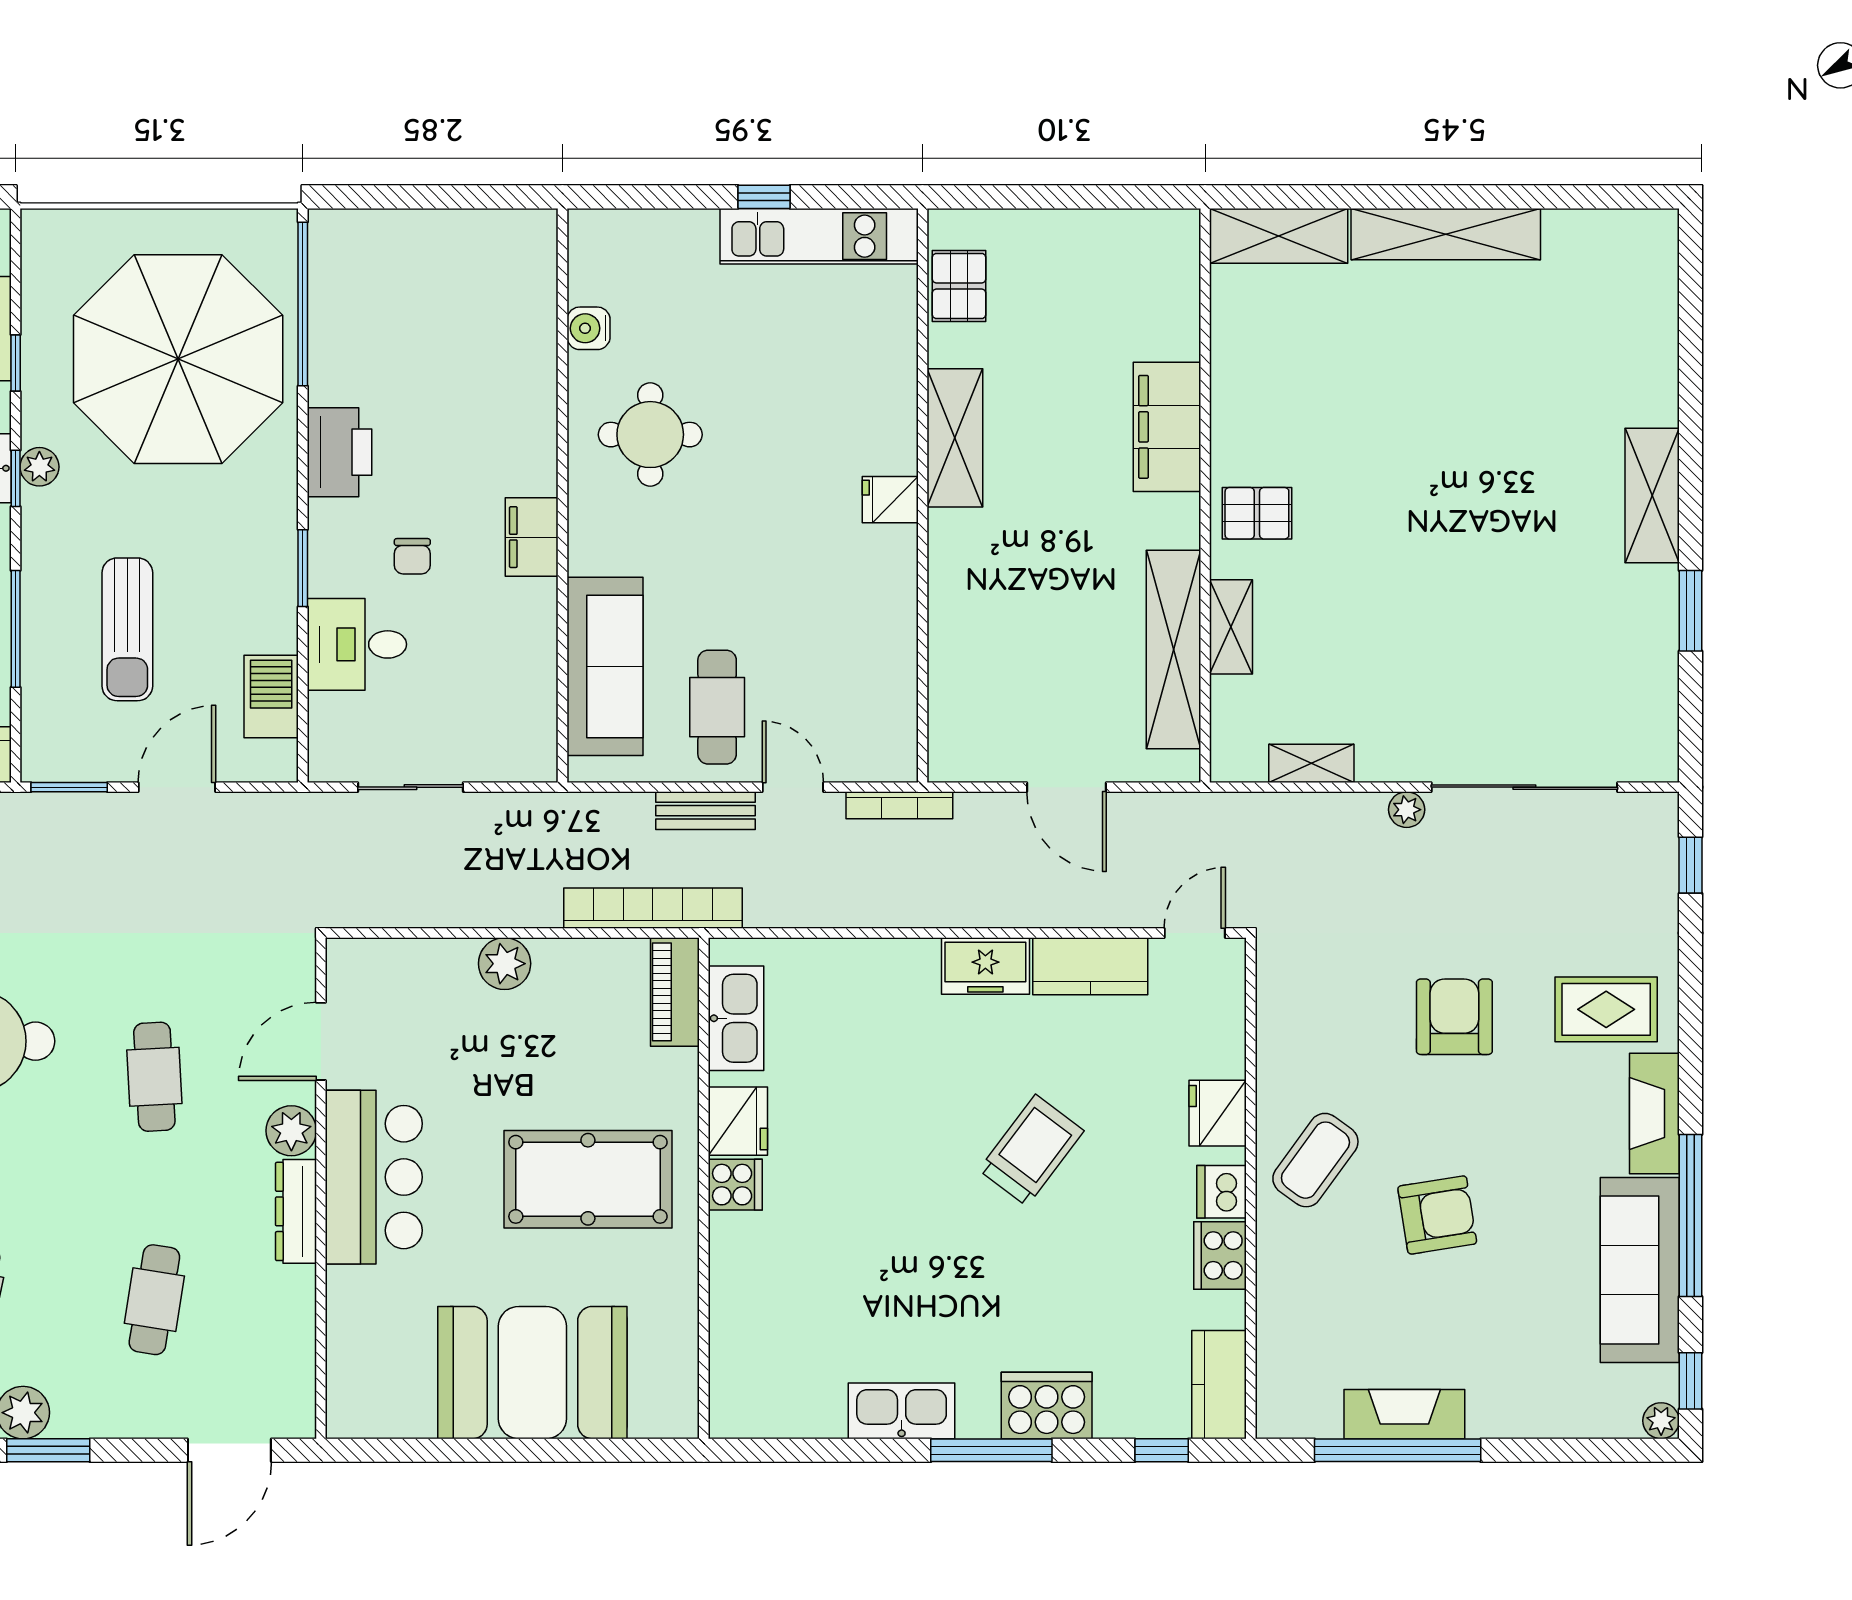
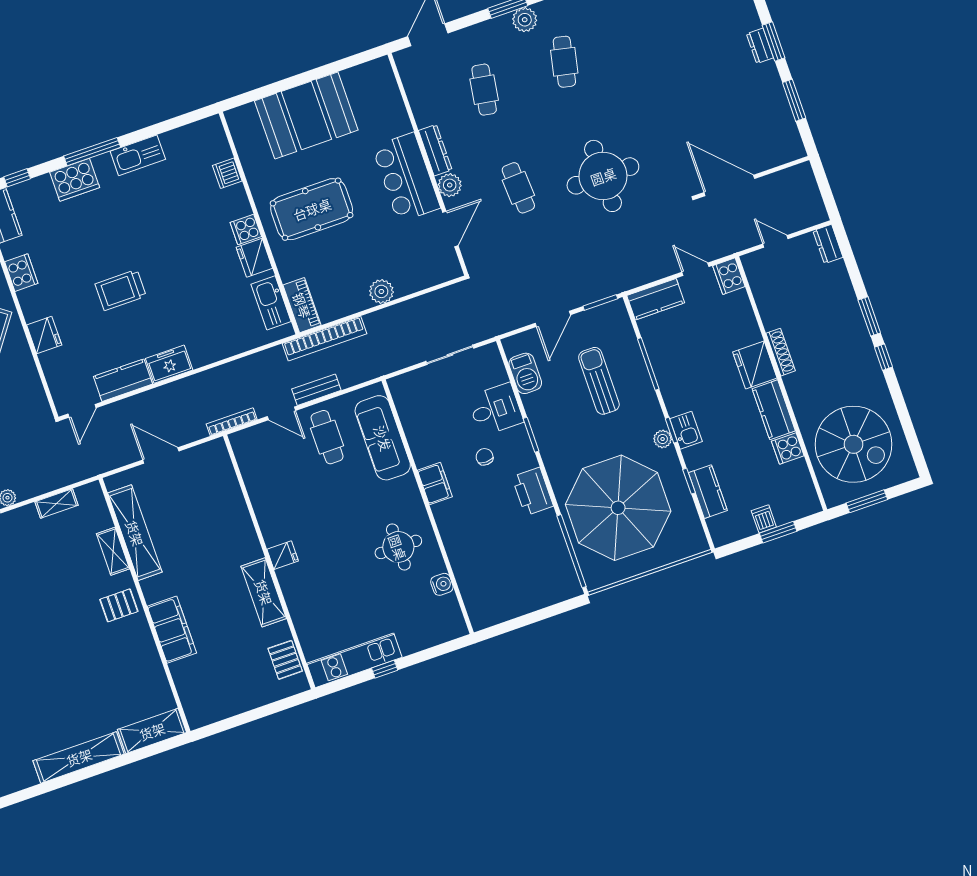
trolley: (1031, 1150) -> (121, 290), turned 53
dishwasher: (1222, 1192) -> (227, 173), moved, turned 180

